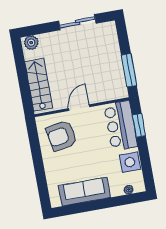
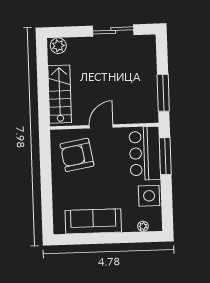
window: (139, 125) -> (165, 156), width x1.44

